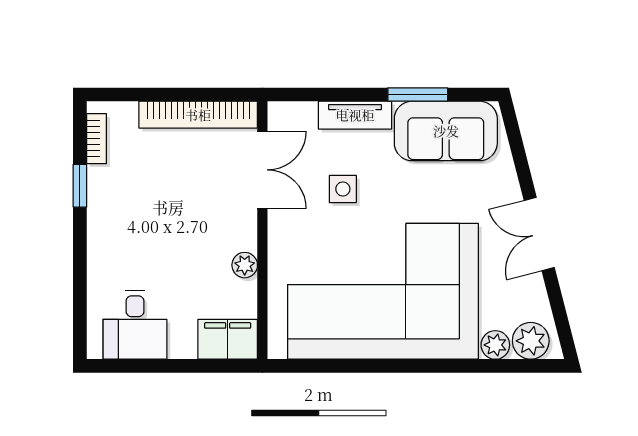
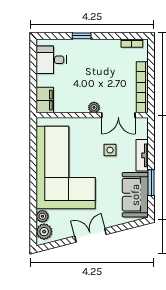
window: (80, 186) -> (82, 36), moved
plant: (245, 265) -> (94, 107), moved

